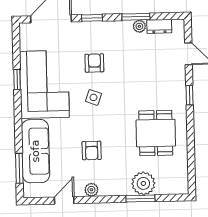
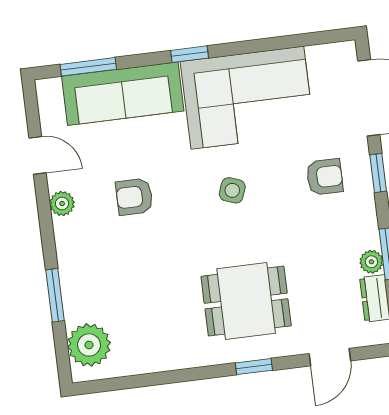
armchair: (94, 63) -> (325, 177), moved
window: (17, 80) -> (190, 54), moved
dining table: (156, 133) -> (246, 301), moved
plant: (143, 183) -> (89, 345), moved

